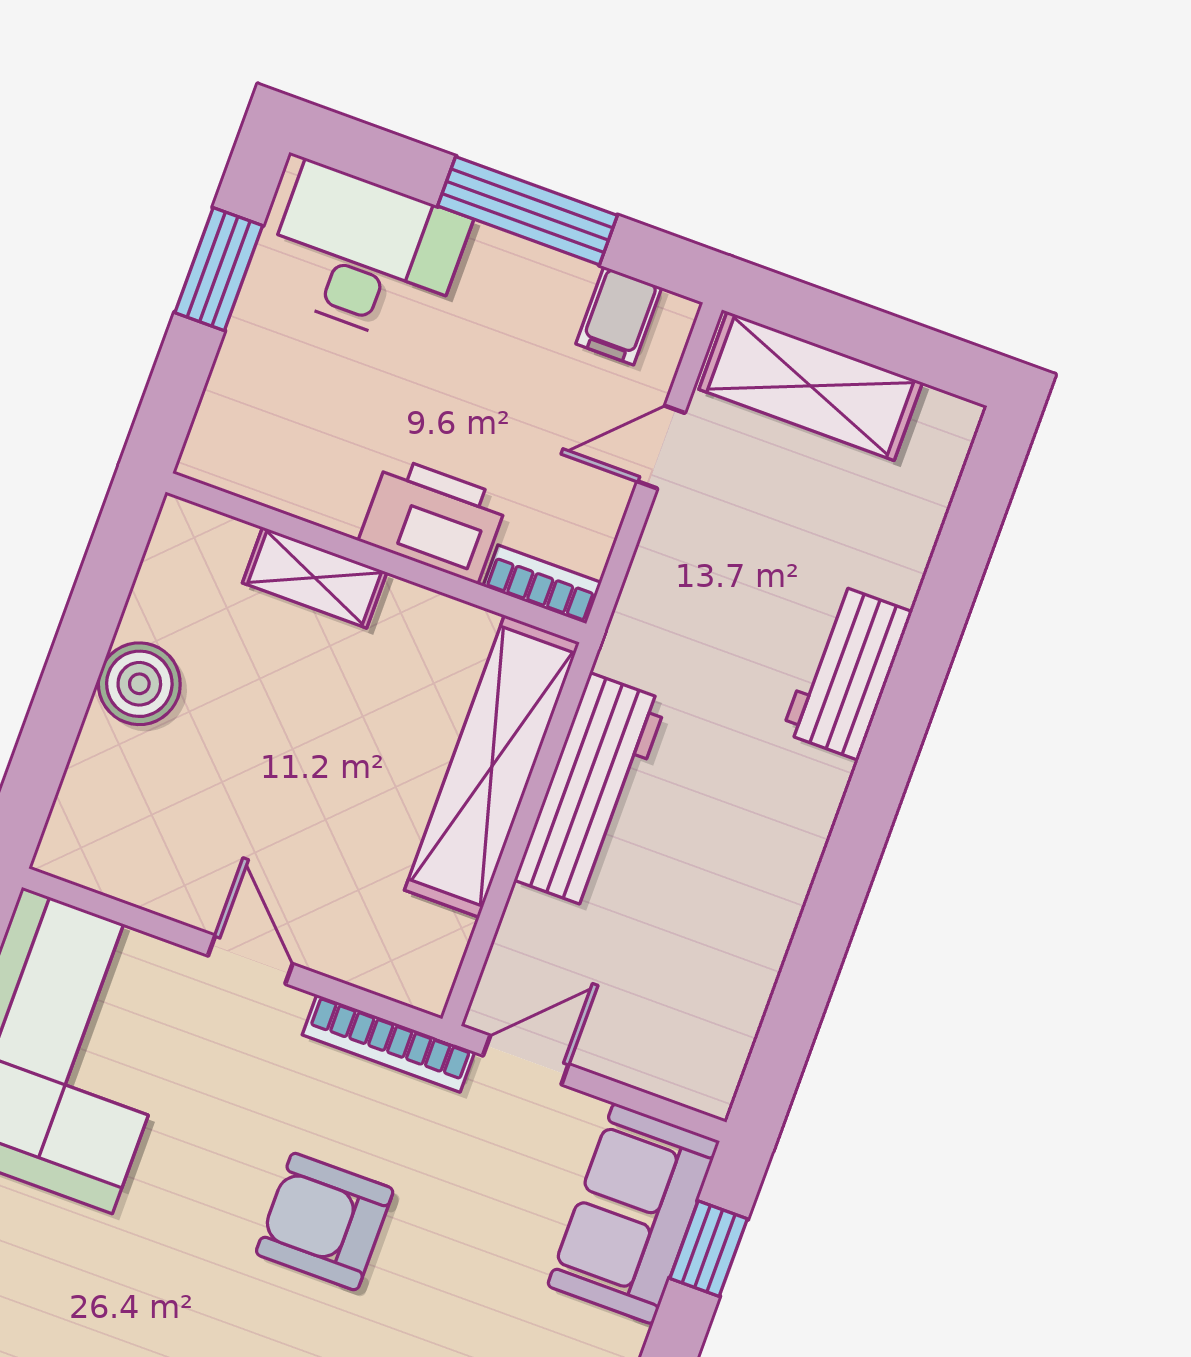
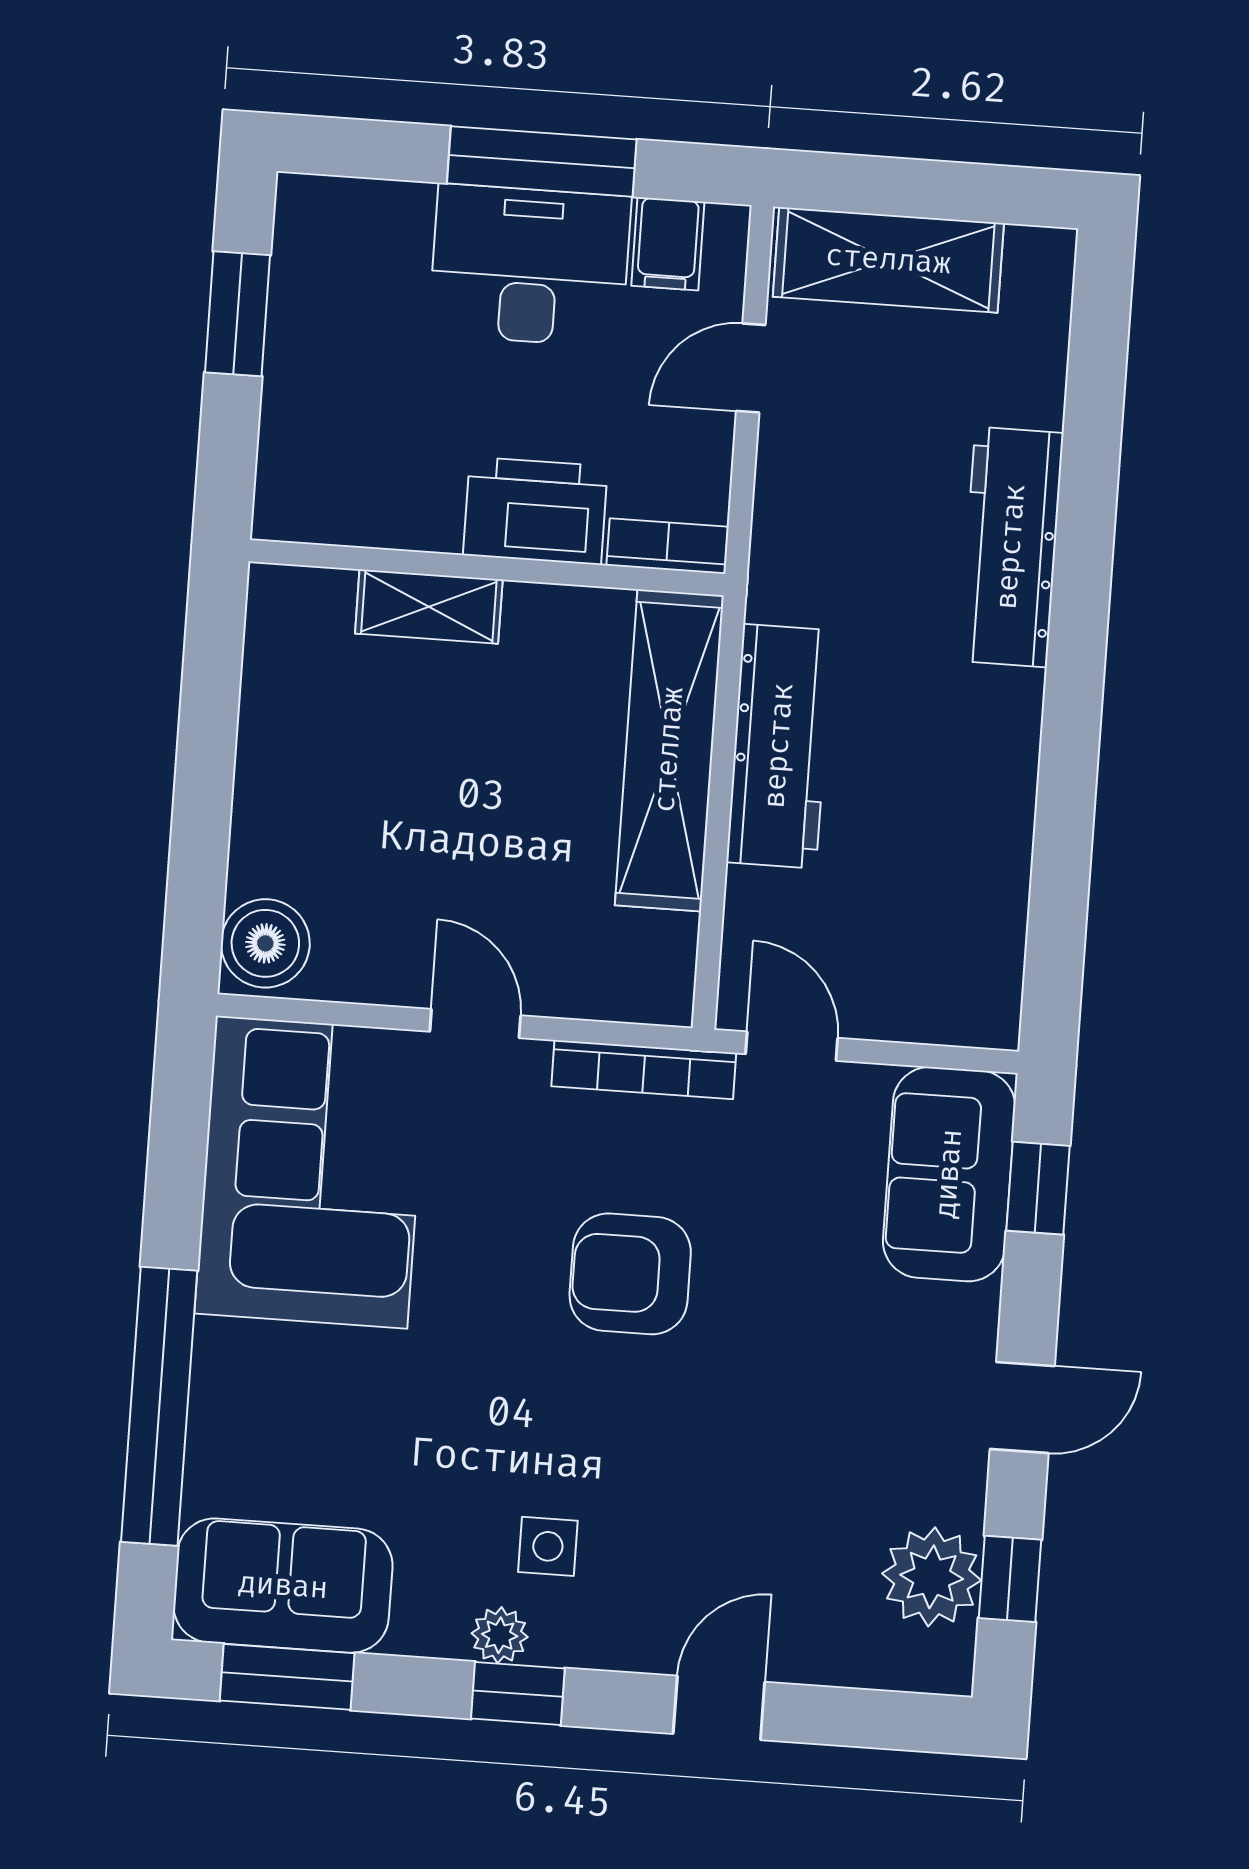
desk: (366, 255) -> (530, 266), moved
workbench: (847, 672) -> (1011, 547), width x1.38
boiler: (139, 684) -> (265, 943), moved
door: (526, 1060) -> (792, 1046), hinge flipped

